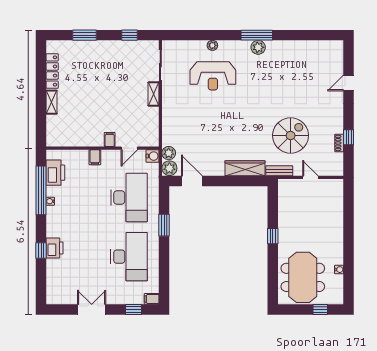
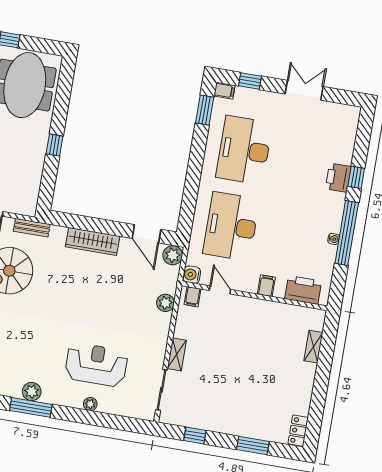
locker: (52, 71) -> (298, 431), moved, width x0.66
shelving: (52, 102) -> (313, 347), moved
filing cabinet: (110, 140) -> (193, 297), moved
door: (129, 148) -> (220, 290), hinge flipped
plant: (169, 153) -> (165, 303), moved
wardrobe: (245, 168) -> (93, 241), moved
printer: (55, 173) -> (303, 290), moved, turned 90
window: (41, 190) -> (347, 233), moved
window: (164, 225) -> (205, 110), moved
double door: (92, 310) -> (304, 90), swing flipped

